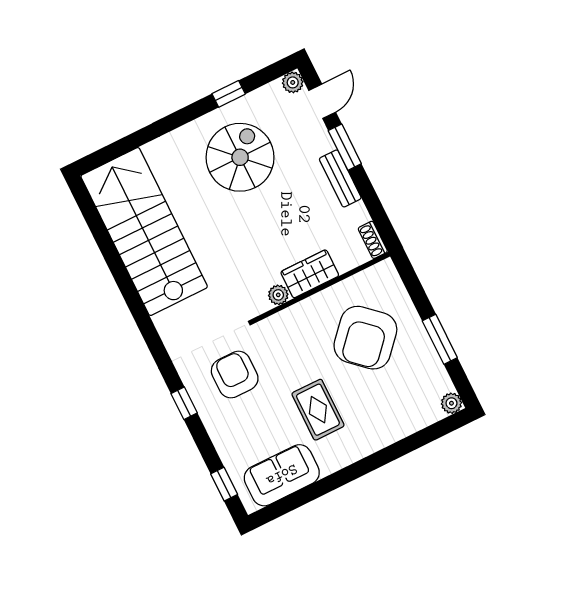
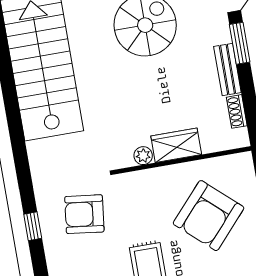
shoe rack: (373, 240) -> (237, 111), moved
armchair: (235, 375) -> (84, 214), turned -83

